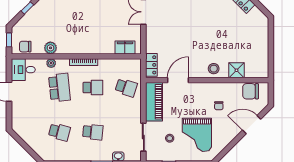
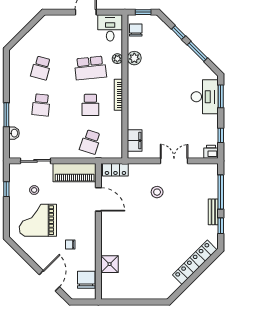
stool: (214, 69) -> (157, 192), moved

